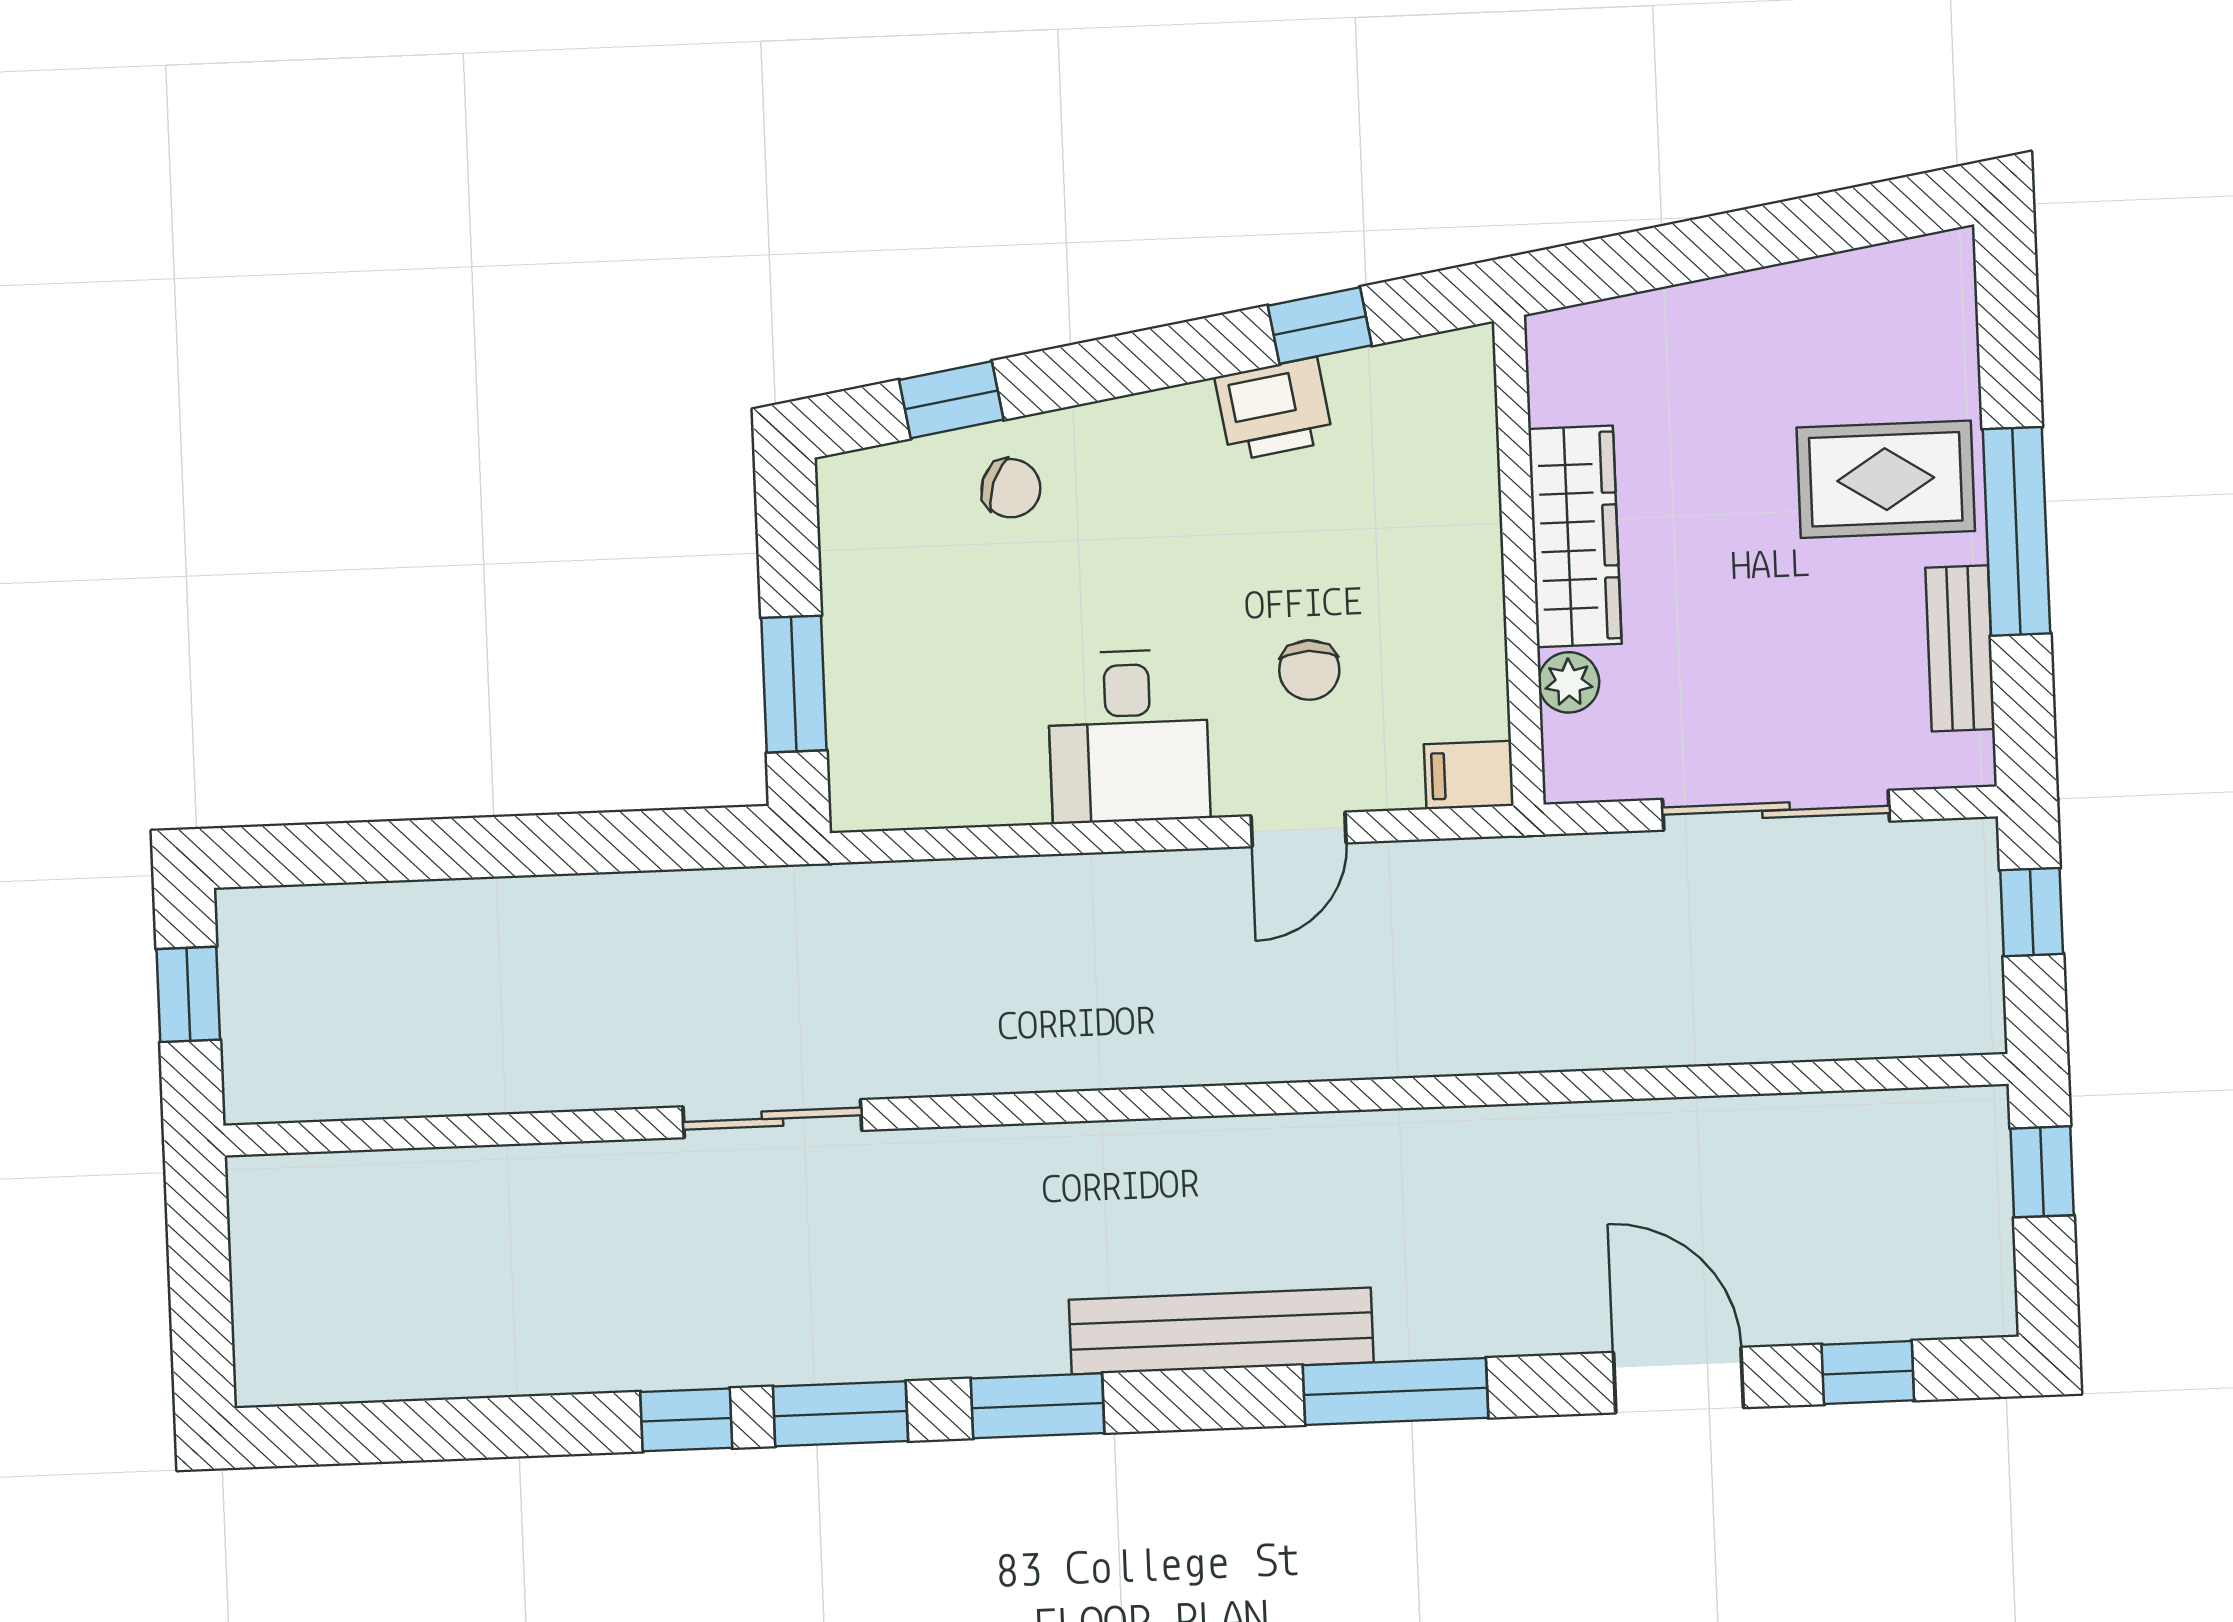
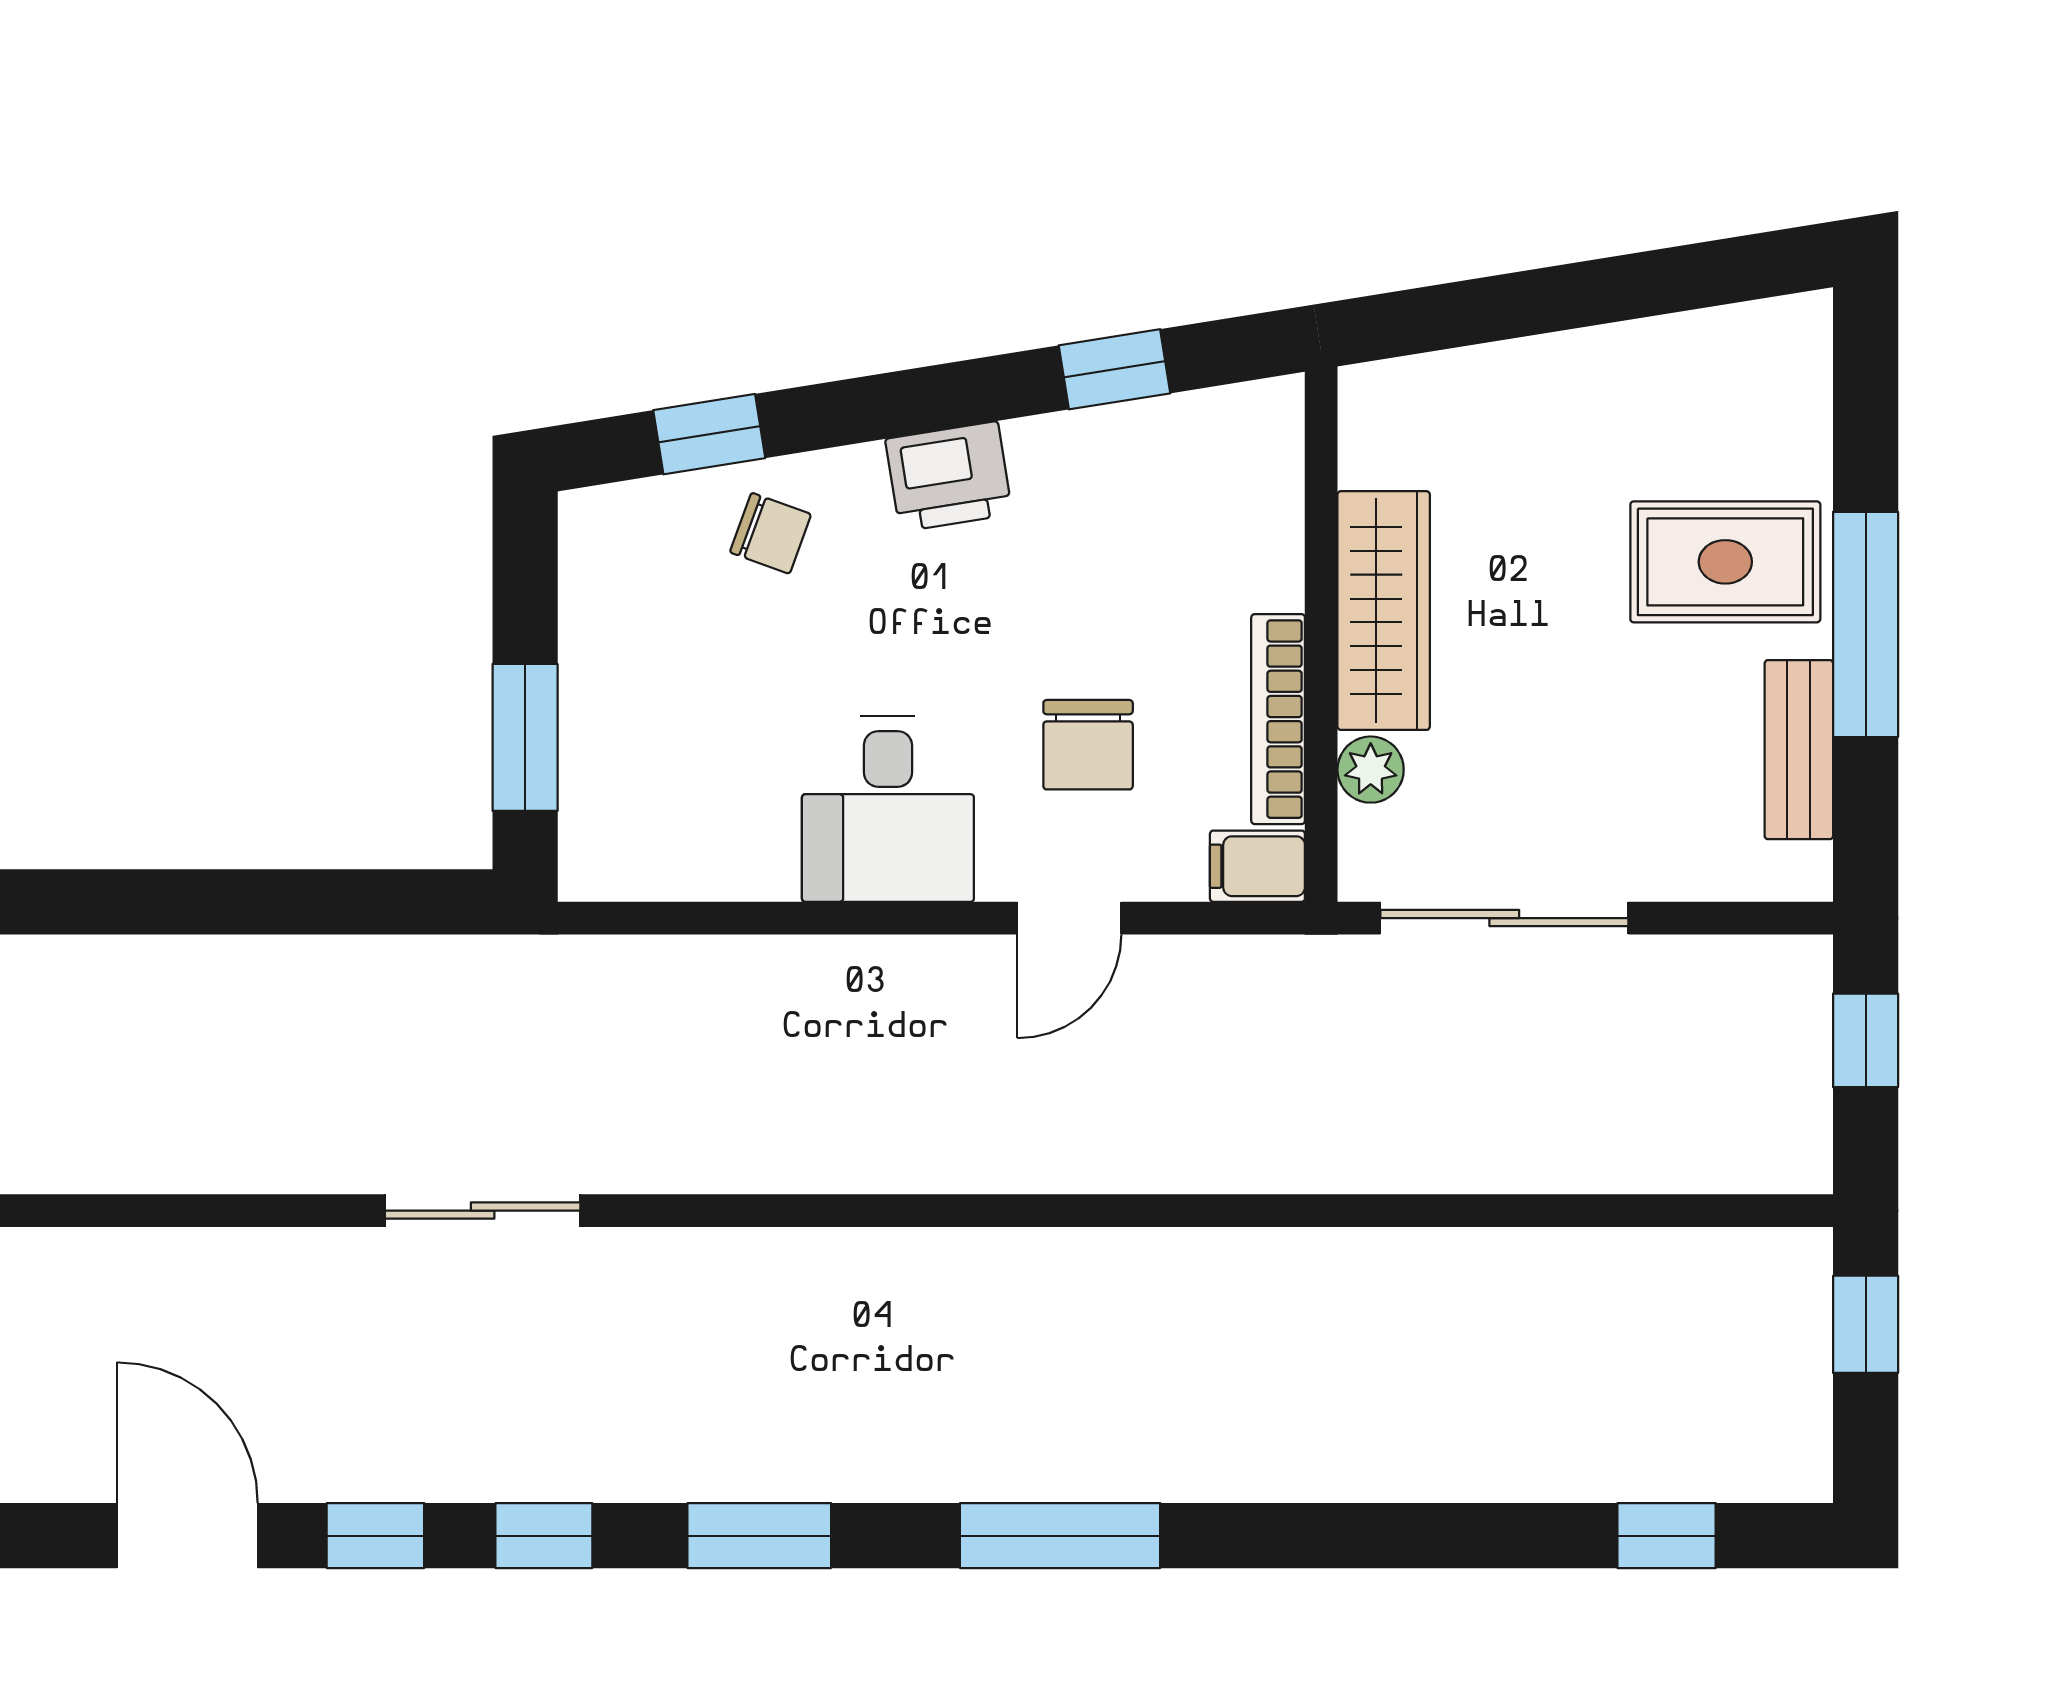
printer: (1274, 409) -> (949, 477), moved
bookcase: (1482, 640) -> (1278, 719), added
chair: (1309, 670) -> (1088, 745), width x1.37, depth x1.37
sliding door: (1776, 810) -> (1504, 918), moved
bench: (1221, 1331) -> (963, 1462), removed
door: (1678, 1380) -> (187, 1536), moved
window: (1395, 1391) -> (1060, 1536), moved
window: (840, 1414) -> (544, 1536), width x0.67

